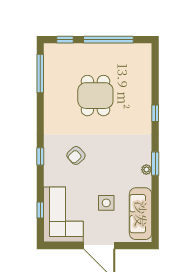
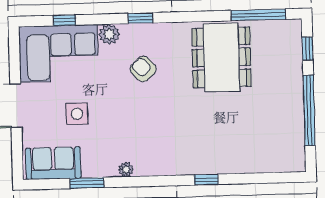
dining table: (95, 96) -> (221, 57), moved, width x1.38
window: (155, 164) -> (87, 183), moved
plant: (51, 179) -> (109, 34), added
sofa: (141, 214) -> (53, 163), width x0.73

